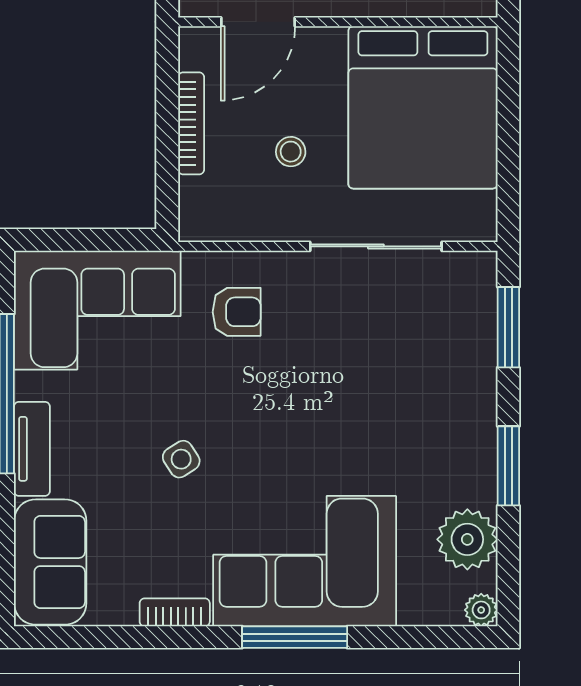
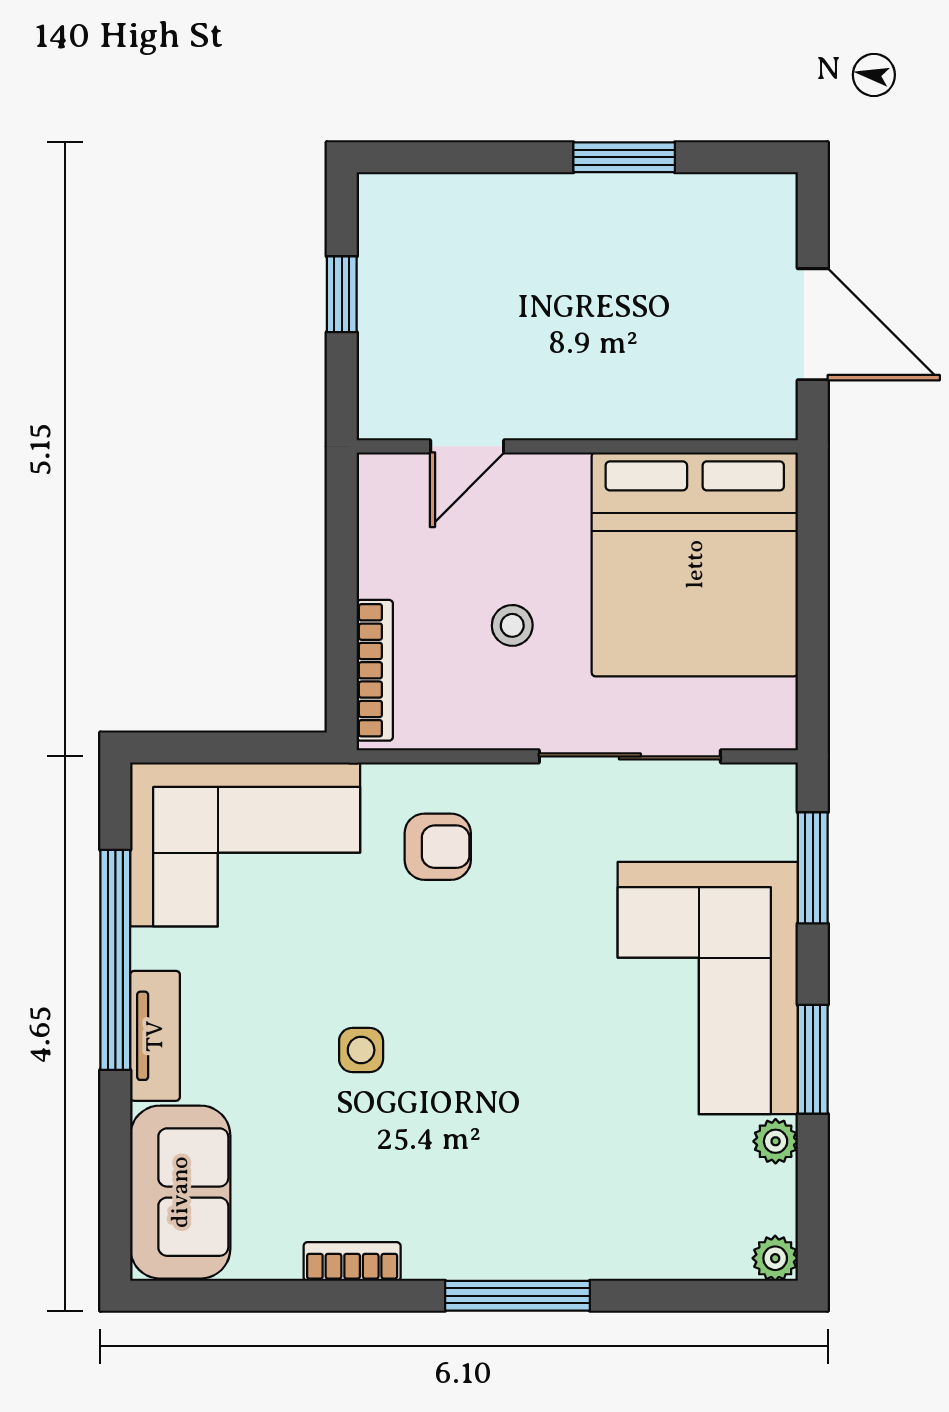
door: (258, 22) -> (467, 446), width x0.73
bookcase: (191, 123) -> (375, 670), moved
side table: (181, 459) -> (361, 1050), turned 33
plant: (467, 539) -> (776, 1141), width x0.53, depth x0.53
corner sofa: (305, 561) -> (708, 988), moved, turned -90

